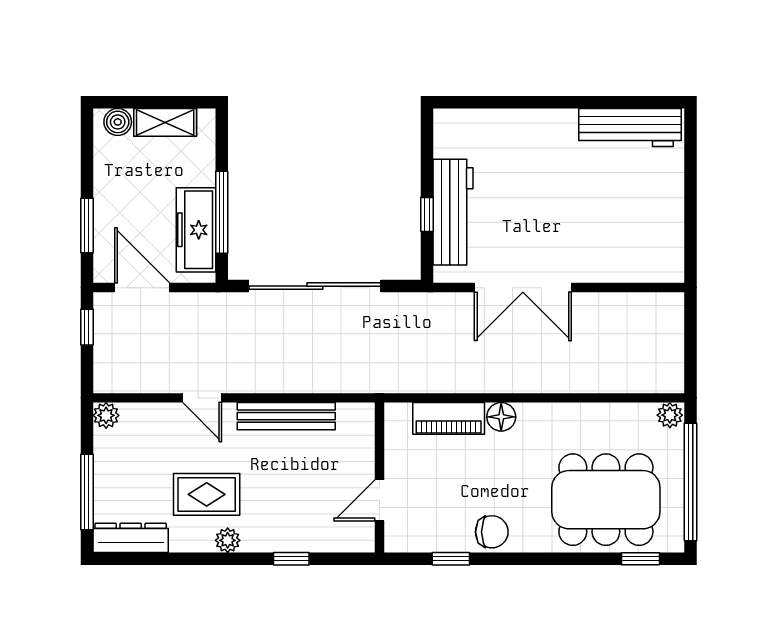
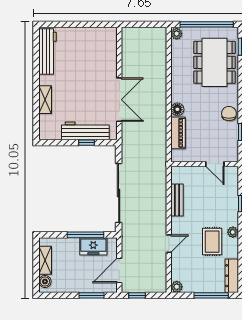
shelving: (523, 122) -> (45, 100), added
freezer: (196, 230) -> (93, 246), width x0.71
bench: (286, 416) -> (177, 200), width x0.73

